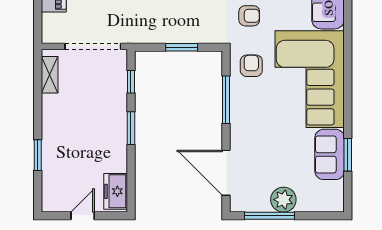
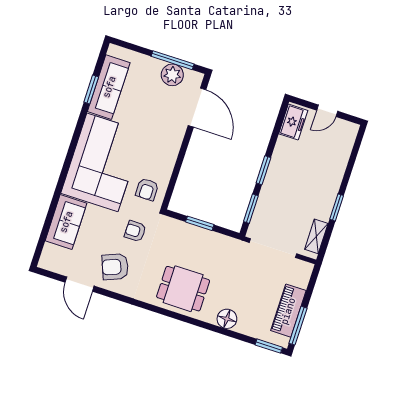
window: (131, 82) -> (251, 209), width x1.50
window: (226, 100) -> (177, 168), removed
sofa: (330, 154) -> (109, 87), width x1.36
window: (38, 155) -> (337, 207), moved
plant: (283, 200) -> (172, 75), moved

